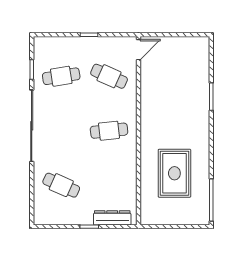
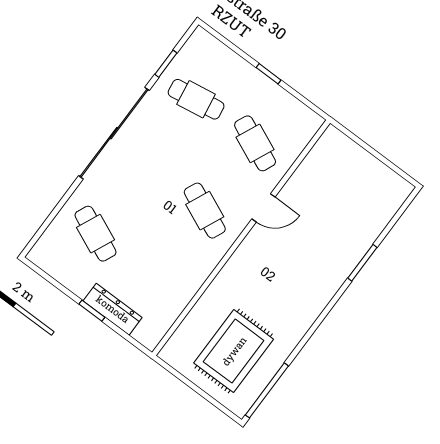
door: (138, 50) -> (263, 208), moved
cafe table: (109, 131) -> (205, 211), turned 30
rug: (174, 173) -> (234, 351), moved
dresser: (112, 218) -> (113, 309), moved

